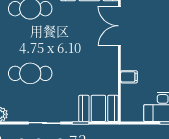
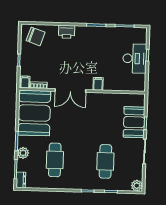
filing cabinet: (129, 77) -> (98, 84), moved
booth: (98, 108) -> (134, 122), moved

